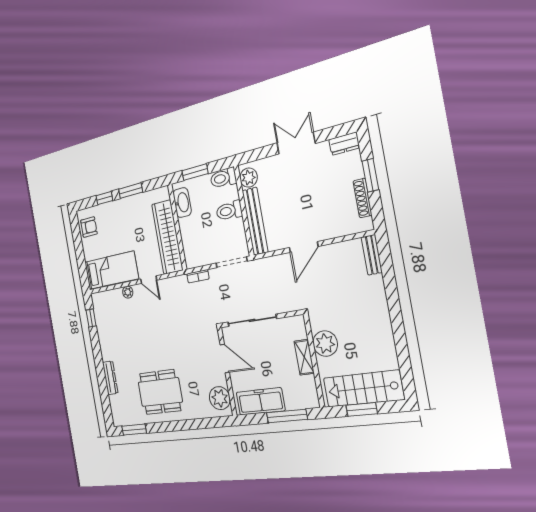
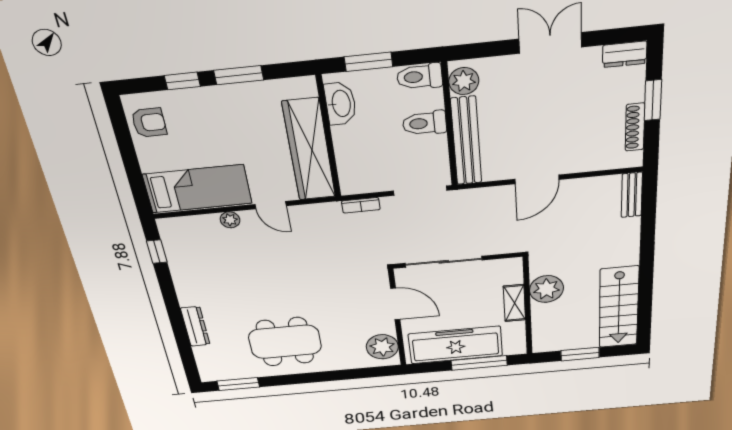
stairs: (363, 389) -> (619, 307), moved, turned -90
freezer: (260, 401) -> (455, 345), width x1.36, depth x1.26

